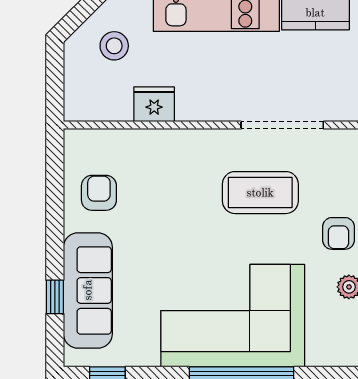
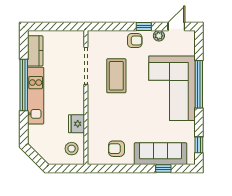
stool: (114, 46) -> (72, 149), moved

